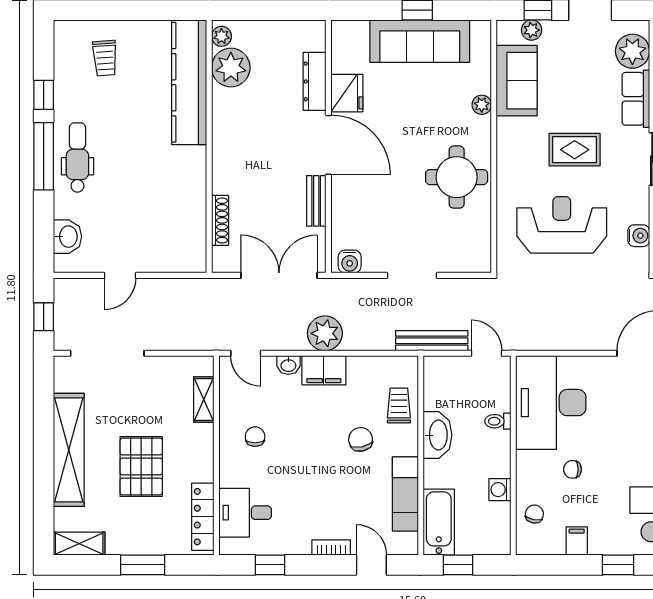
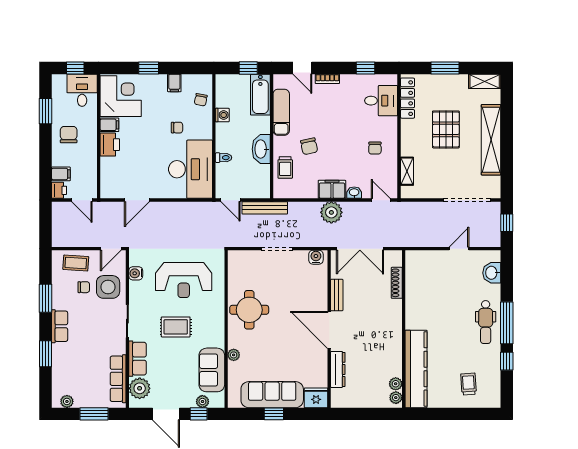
plant: (231, 68) -> (396, 384), width x0.53, depth x0.53
fridge: (347, 93) -> (316, 398), moved, turned 90

